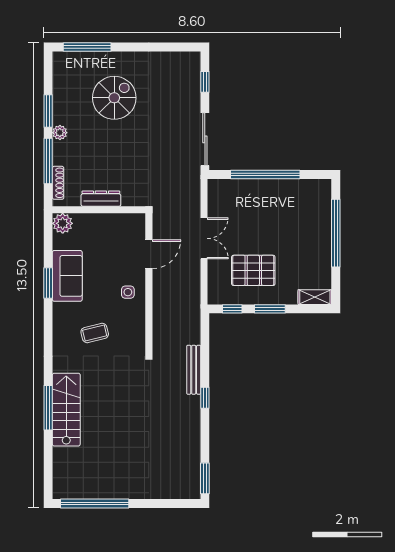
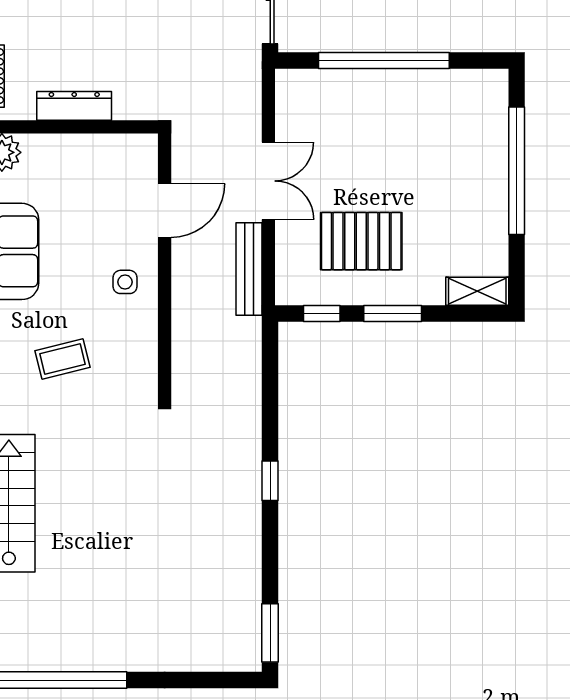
bench: (194, 370) -> (249, 269), moved

